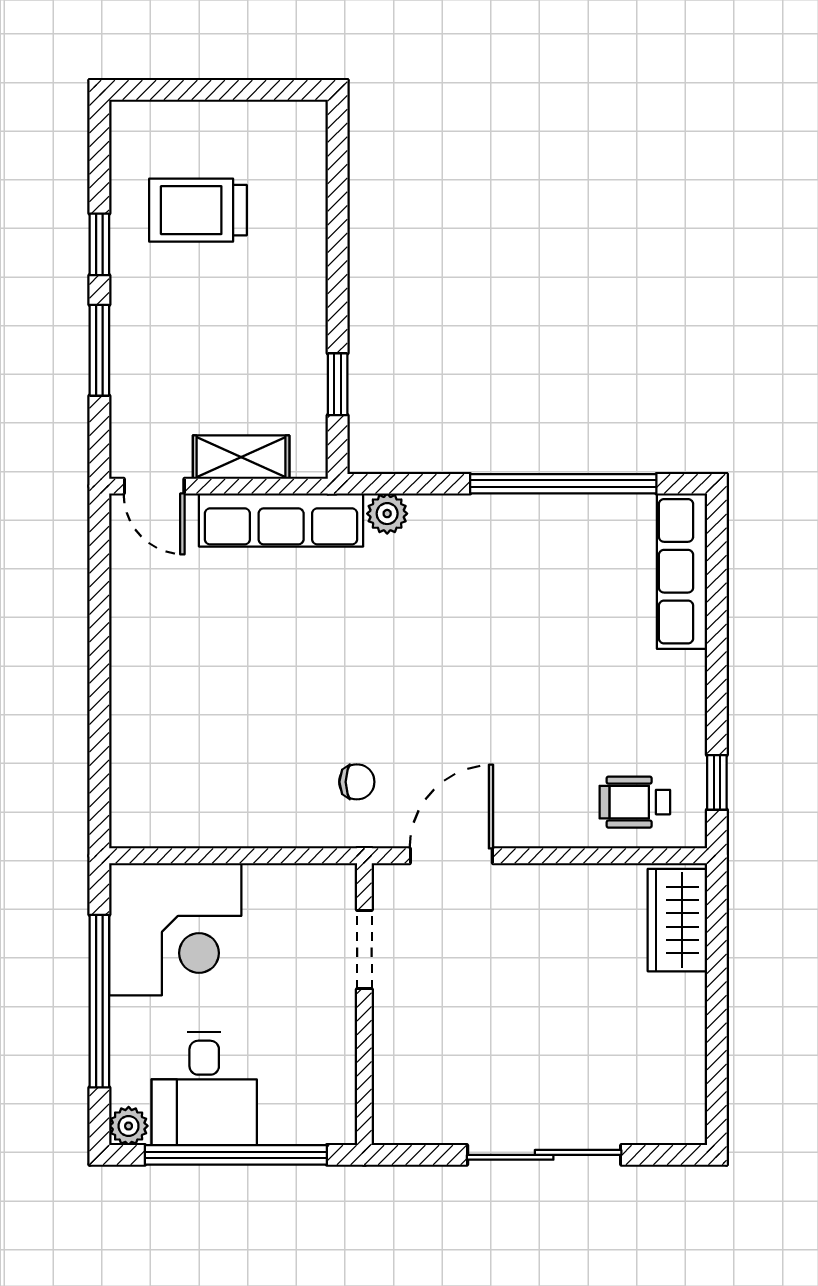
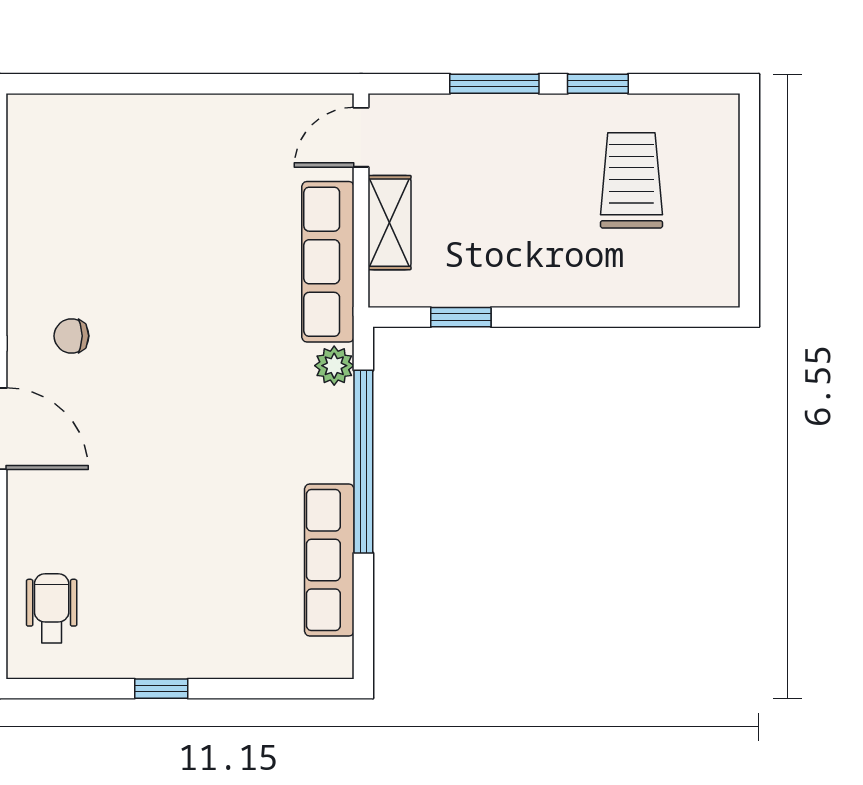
window: (563, 484) -> (363, 462), moved
row of seats: (682, 571) -> (329, 560), moved, turned -90
chair: (357, 782) -> (71, 336), turned 90
window: (717, 782) -> (161, 689), moved

